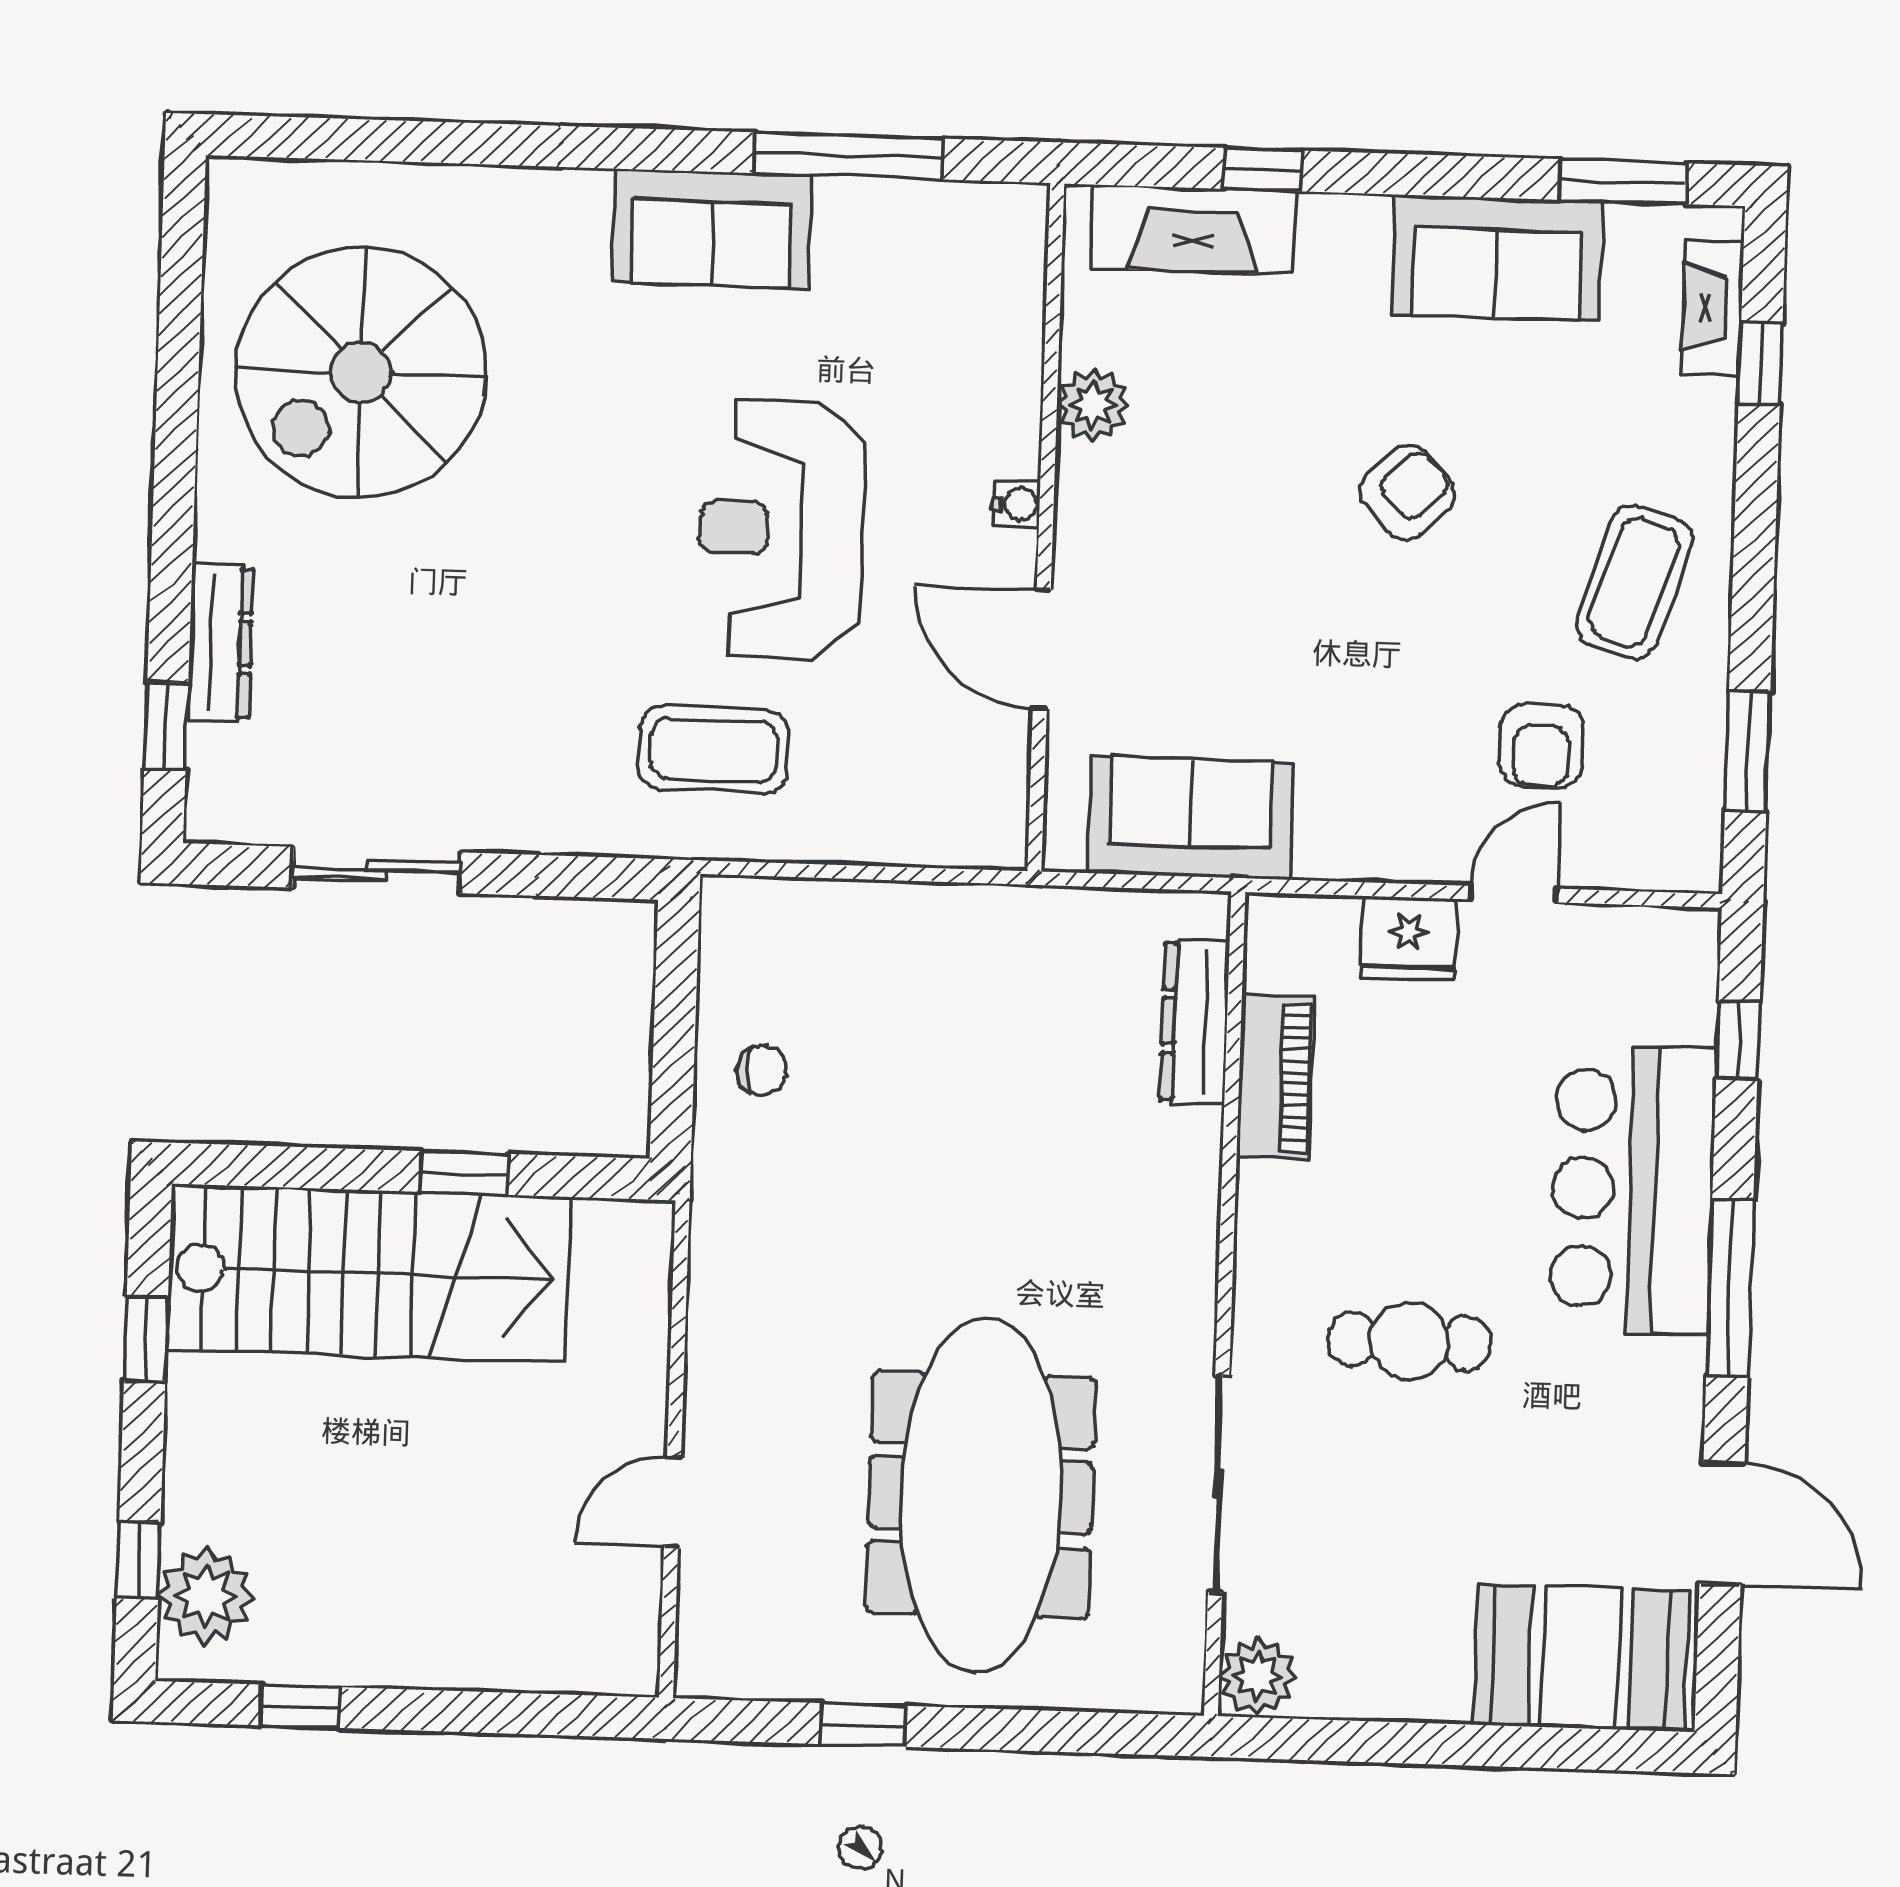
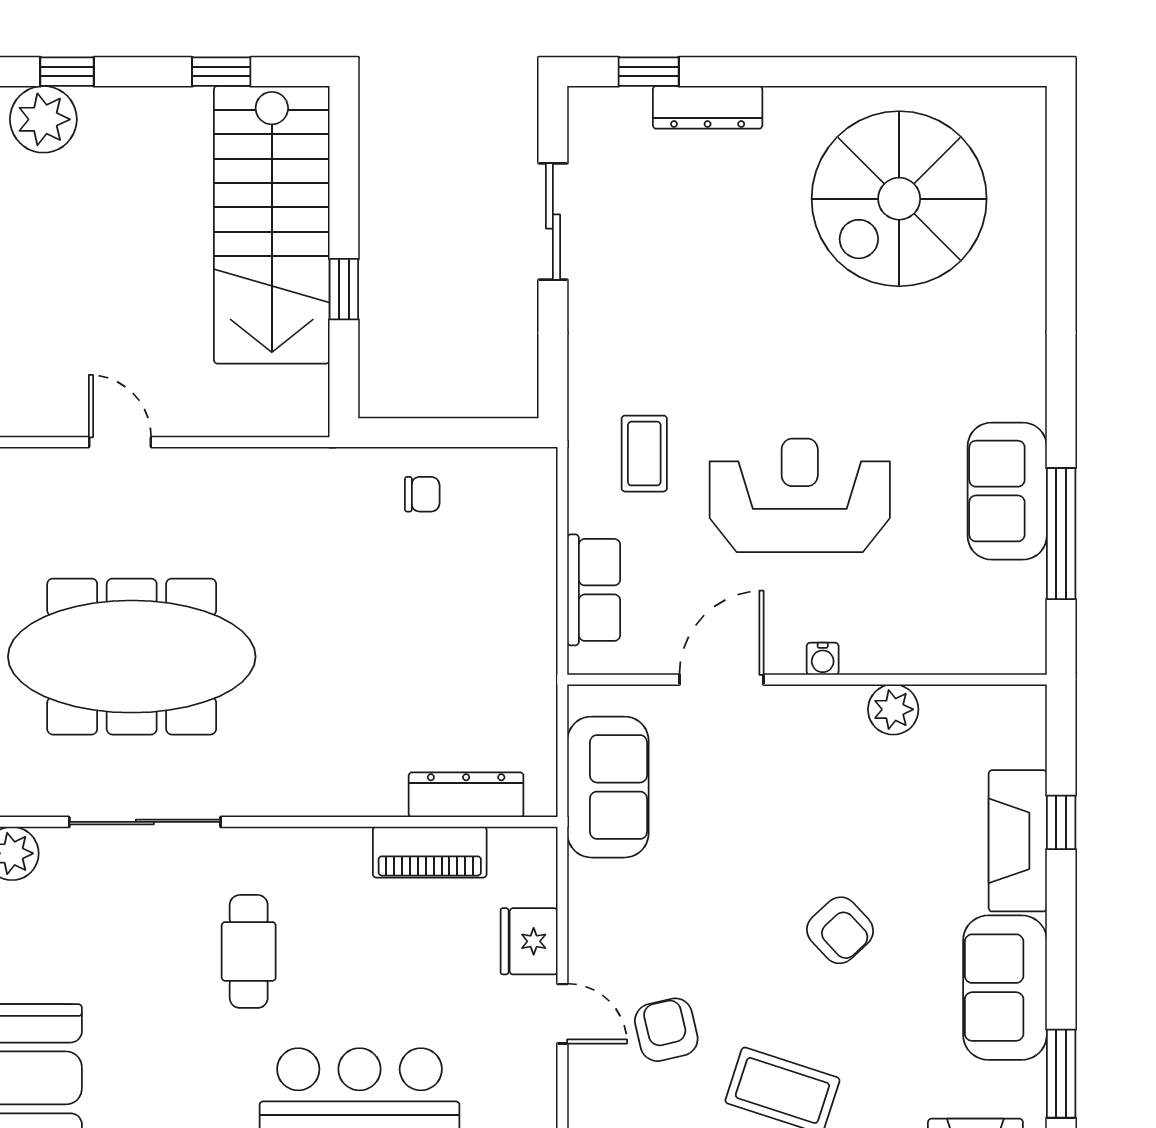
sofa: (712, 229) -> (1007, 491), moved
fireplace: (1193, 230) -> (1018, 841), moved
spiral stairs: (361, 372) -> (899, 199), turned -90
armchair: (1541, 746) -> (666, 1030), turned 77
coffee table: (714, 750) -> (644, 454), width x0.73, depth x0.77
row of seats: (907, 829) -> (594, 590), added
chair: (762, 1070) -> (422, 494), turned -90

